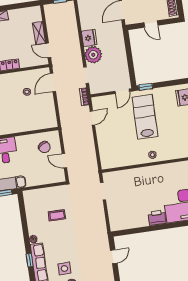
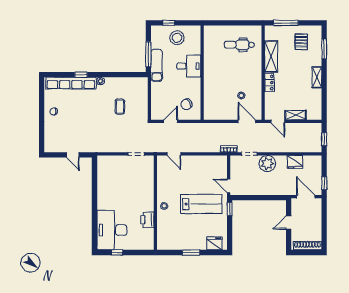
fridge: (89, 38) -> (295, 162), moved
door: (48, 50) -> (278, 121), swing flipped
door: (92, 118) -> (174, 154), moved
printer: (157, 218) -> (147, 220), moved, turned 180
side table: (64, 269) -> (68, 106), removed

